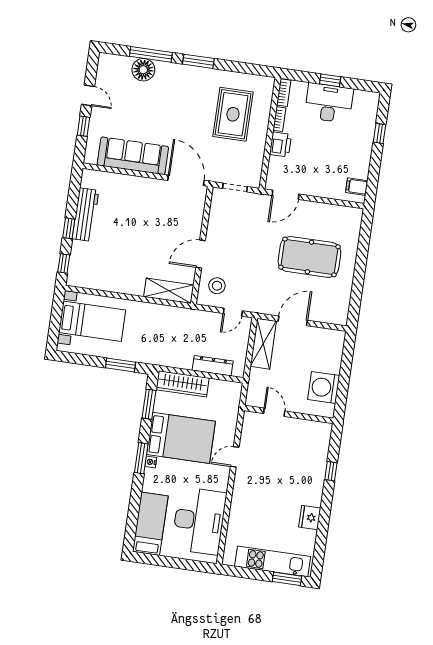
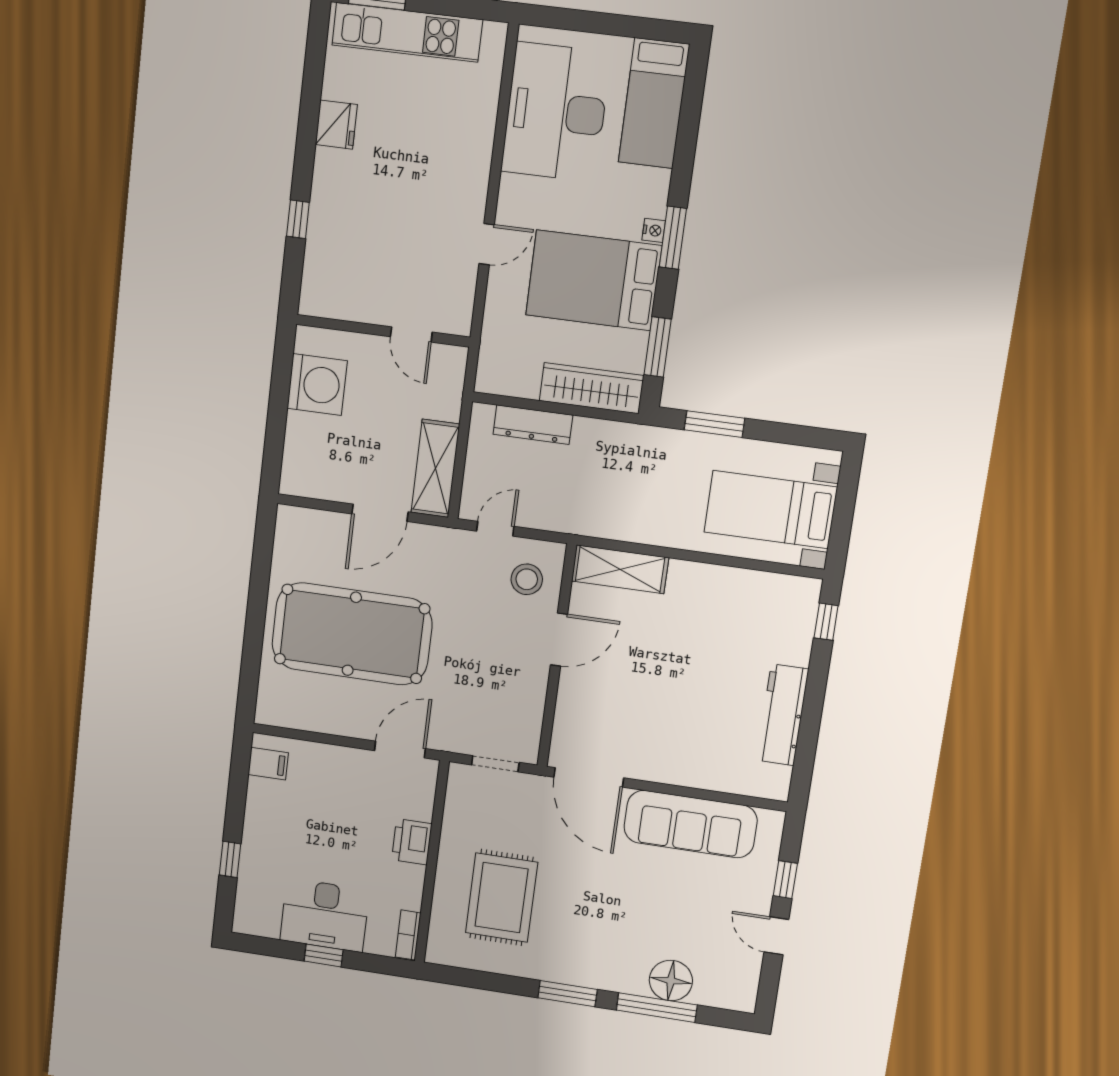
bookcase: (279, 119) -> (415, 888), removed
window: (69, 228) -> (815, 689), removed
pool table: (309, 257) -> (352, 634), width x1.36, depth x1.32

